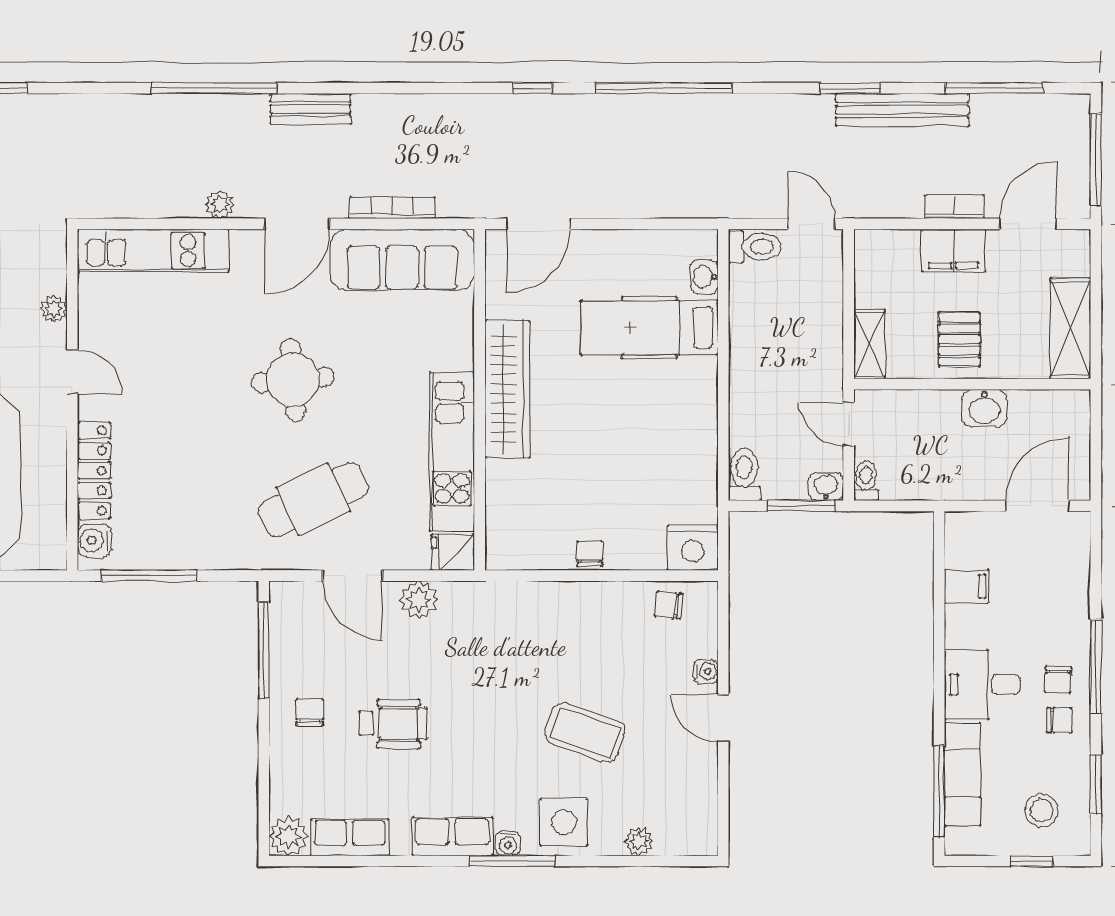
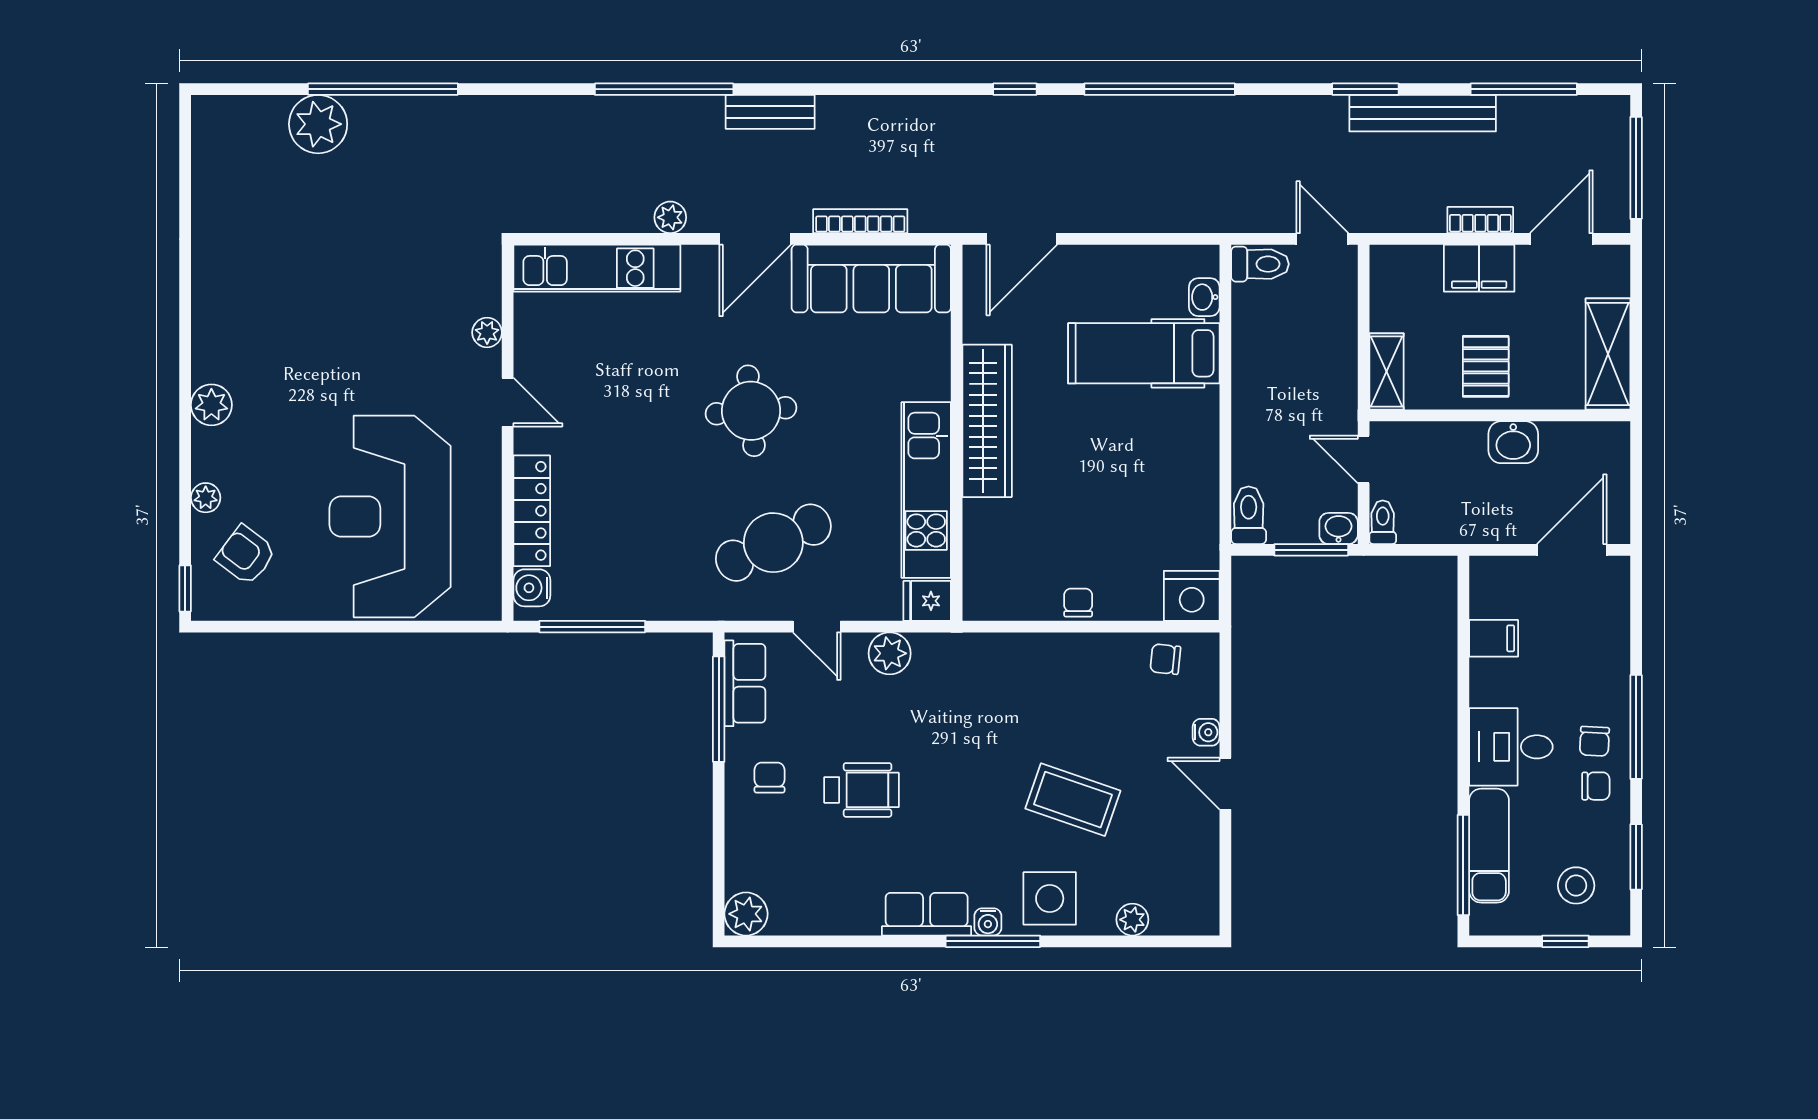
door: (353, 576) -> (817, 627), width x0.73
row of seats: (350, 837) -> (745, 683), moved, turned 90

